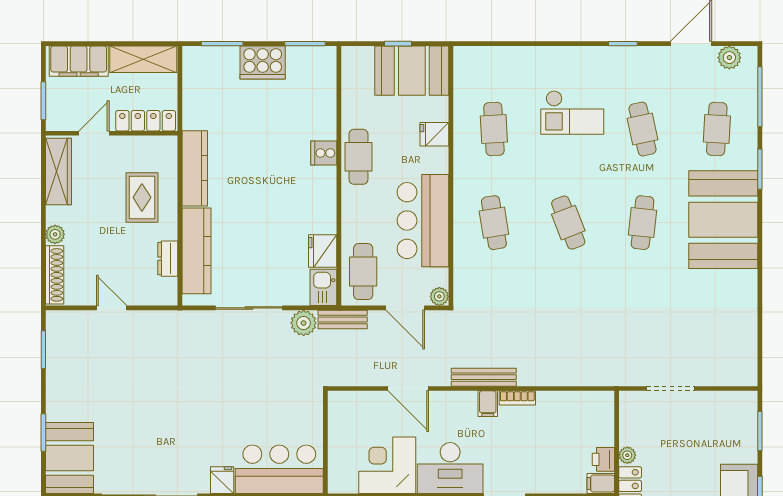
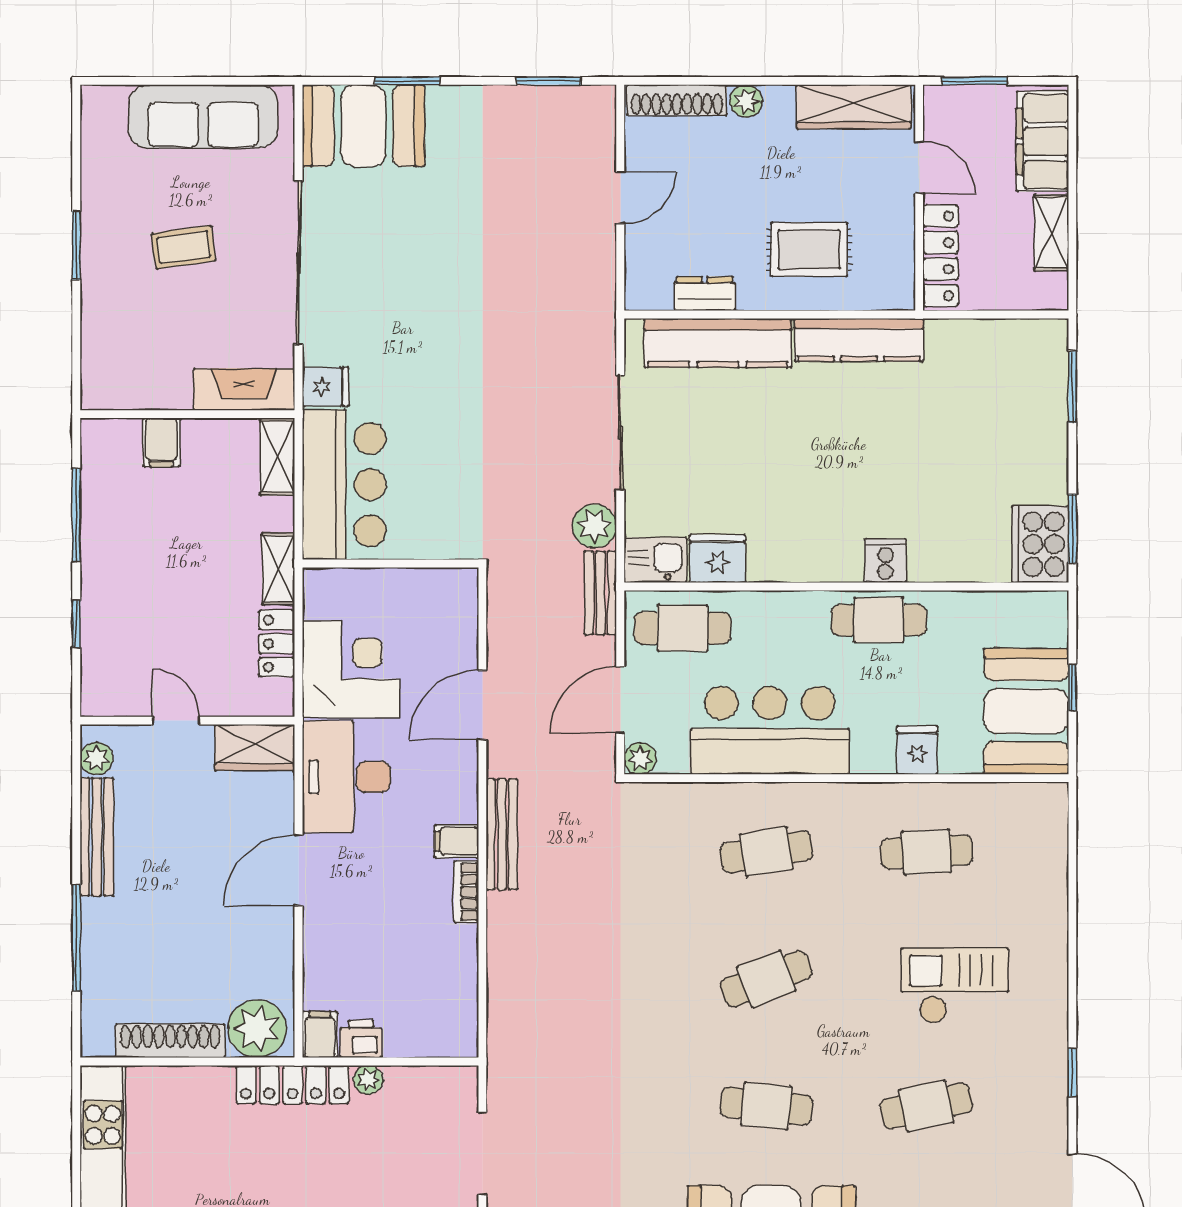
shelving: (143, 59) -> (1051, 233), width x0.67, depth x0.75
cooker: (263, 63) -> (1040, 544), moved
checkout: (572, 113) -> (955, 986), turned 90

